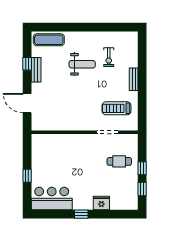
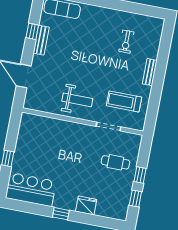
weight bench: (82, 64) -> (77, 100), moved

